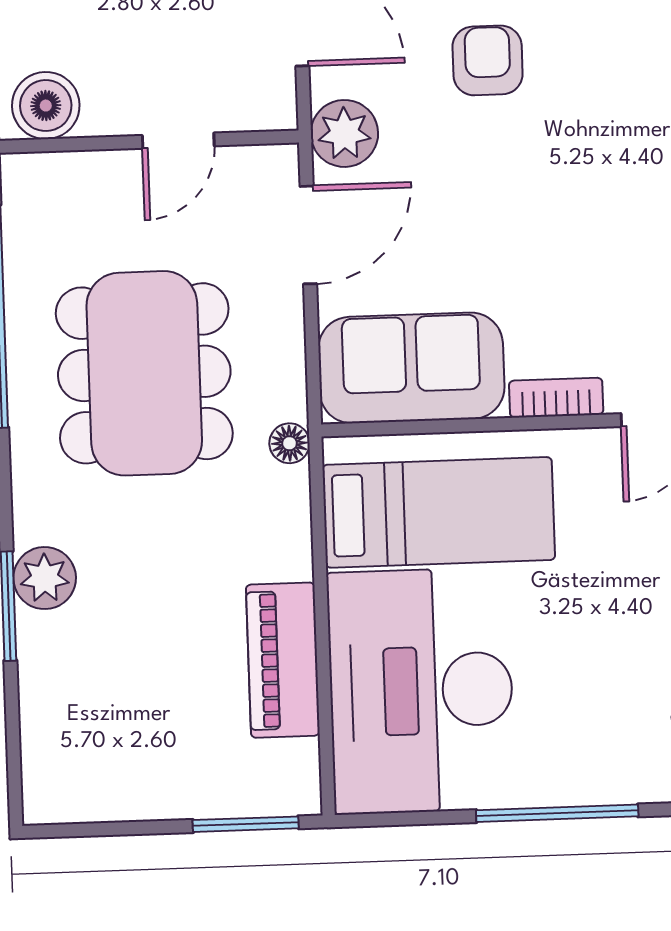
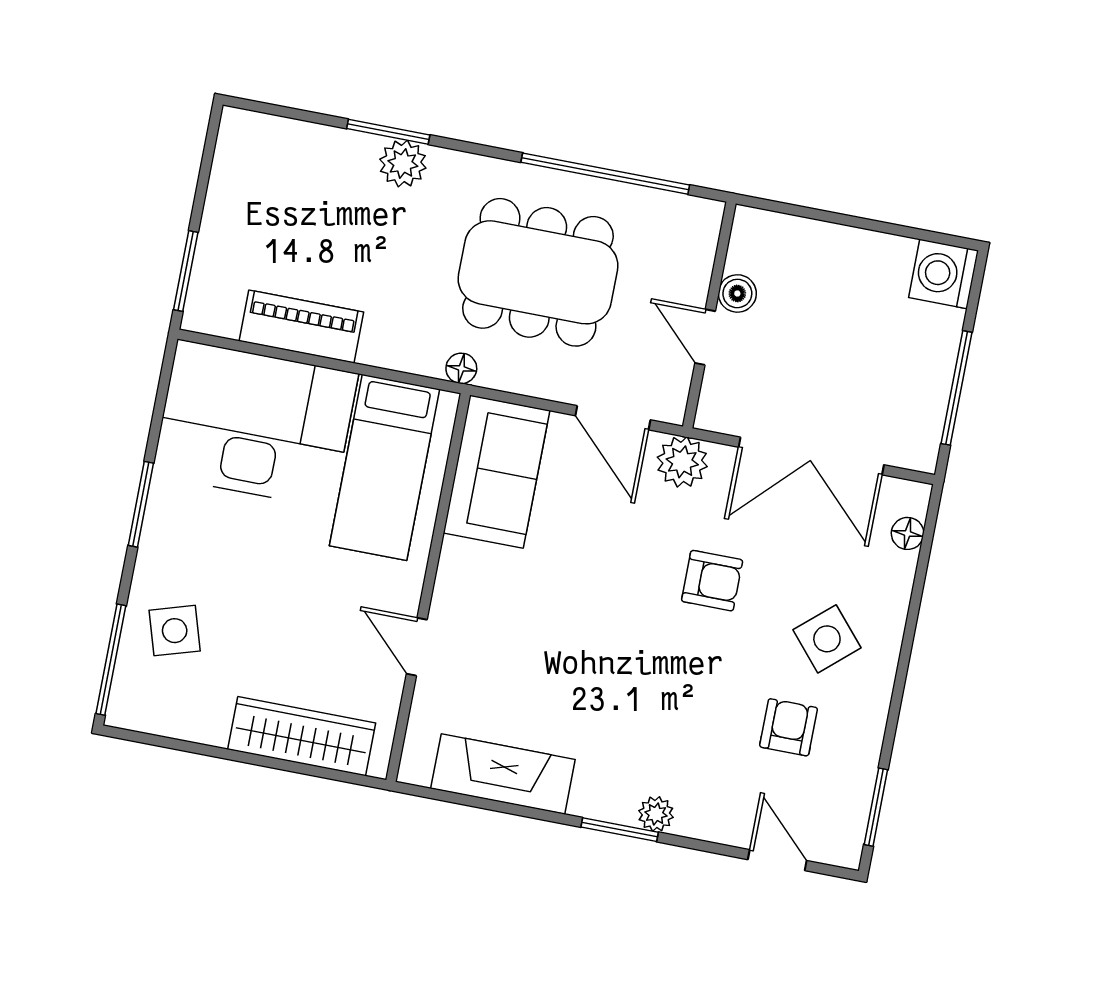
boiler: (46, 106) -> (737, 293), moved, width x0.73, depth x0.73
bookcase: (556, 398) -> (450, 574), removed
window: (557, 813) -> (141, 504), width x0.69

